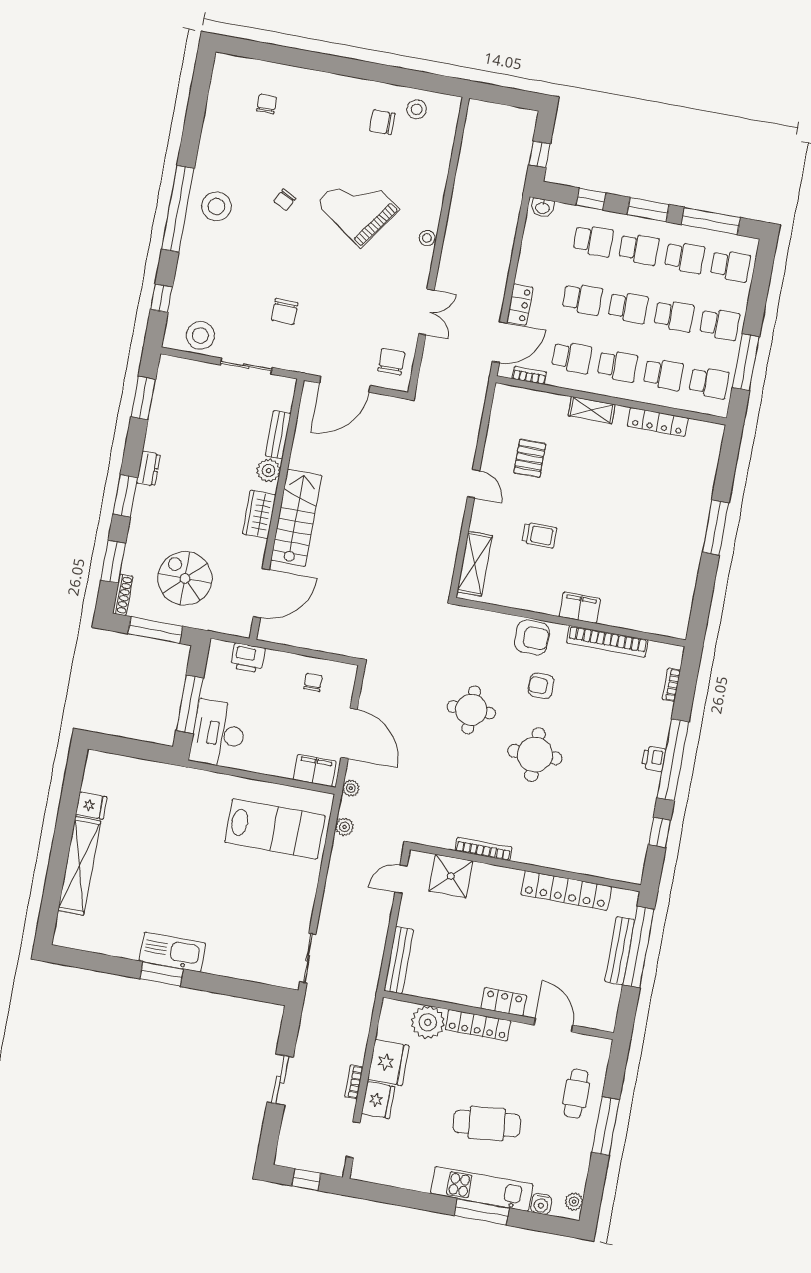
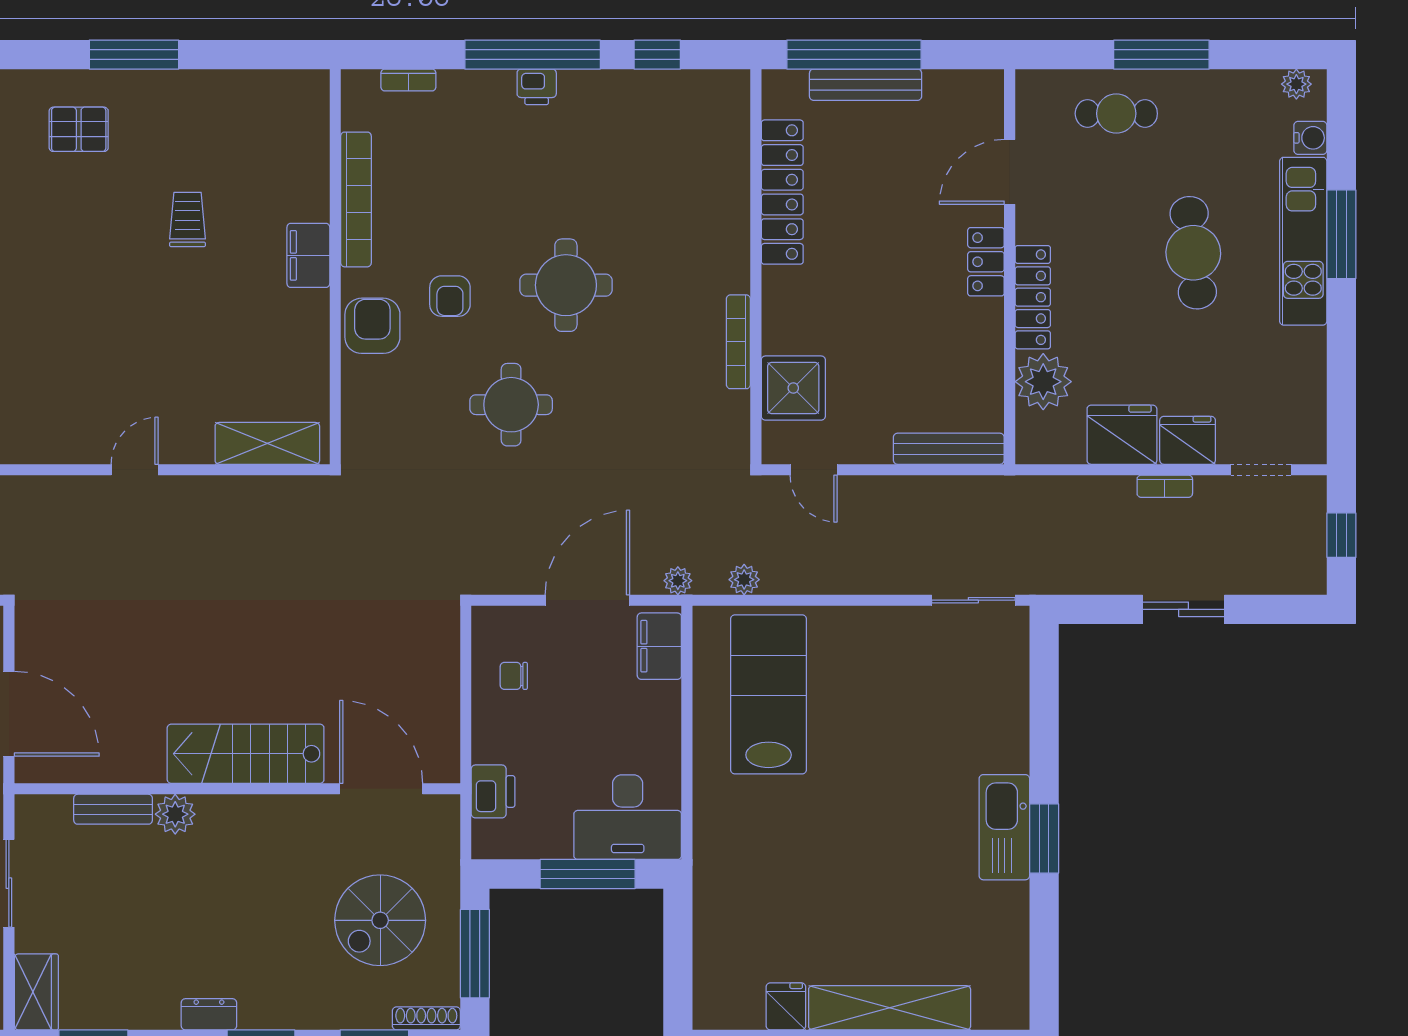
pallet: (530, 458) -> (79, 129), moved
wardrobe: (259, 514) -> (36, 992), moved, turned -90
trolley: (539, 535) -> (188, 219), moved

